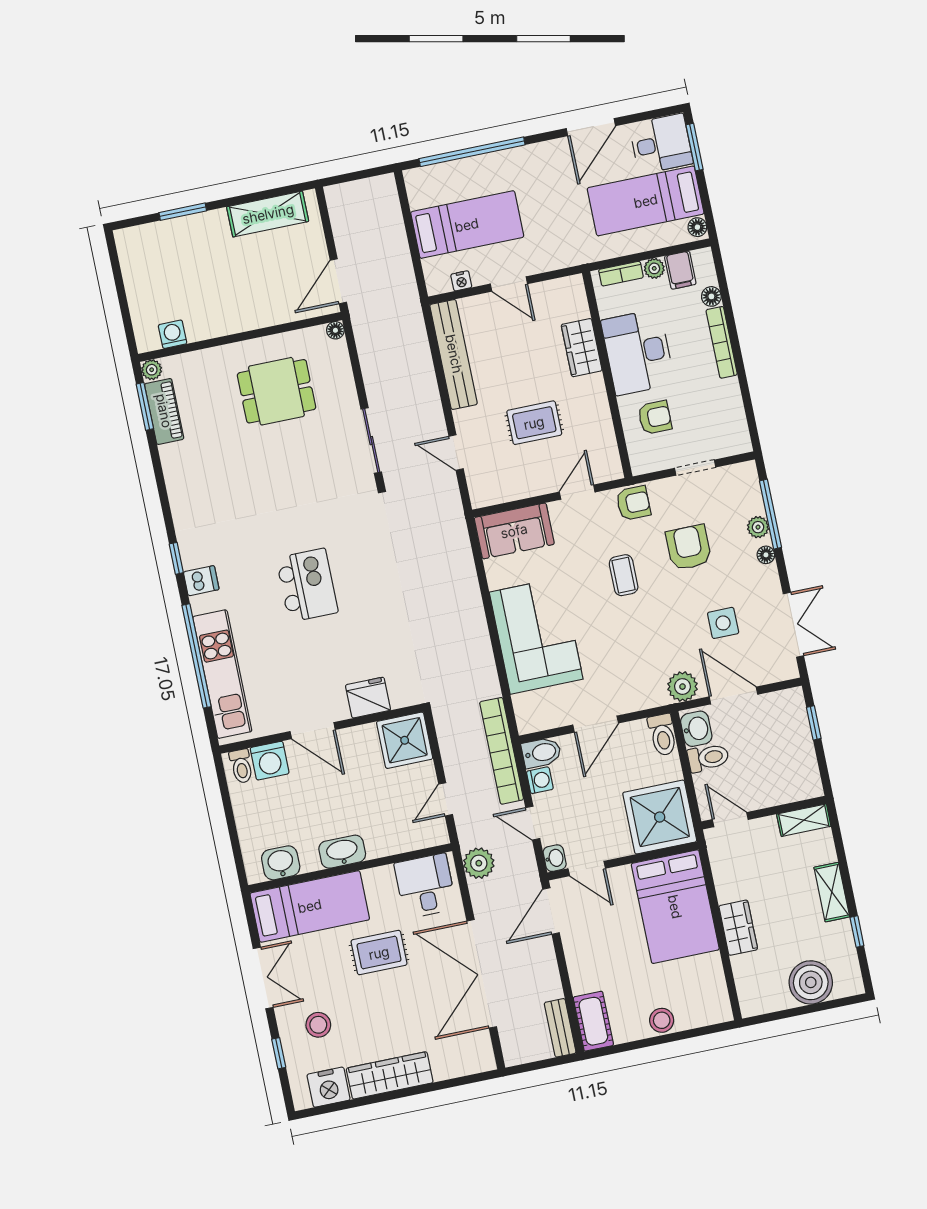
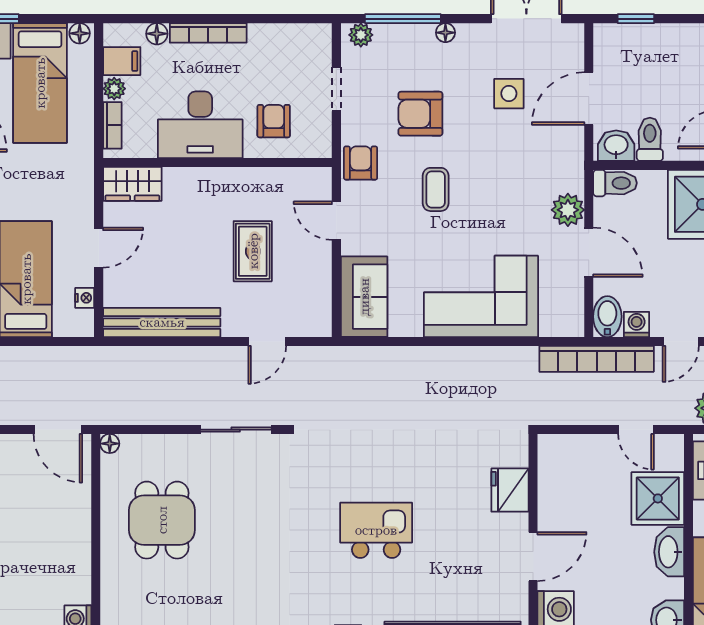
wardrobe: (582, 348) -> (132, 184), moved
plant: (758, 527) -> (361, 35), moved
coffee table: (624, 575) -> (436, 189), turned 90
plant: (683, 687) -> (568, 210), moved
shower: (405, 740) -> (658, 498), moved

